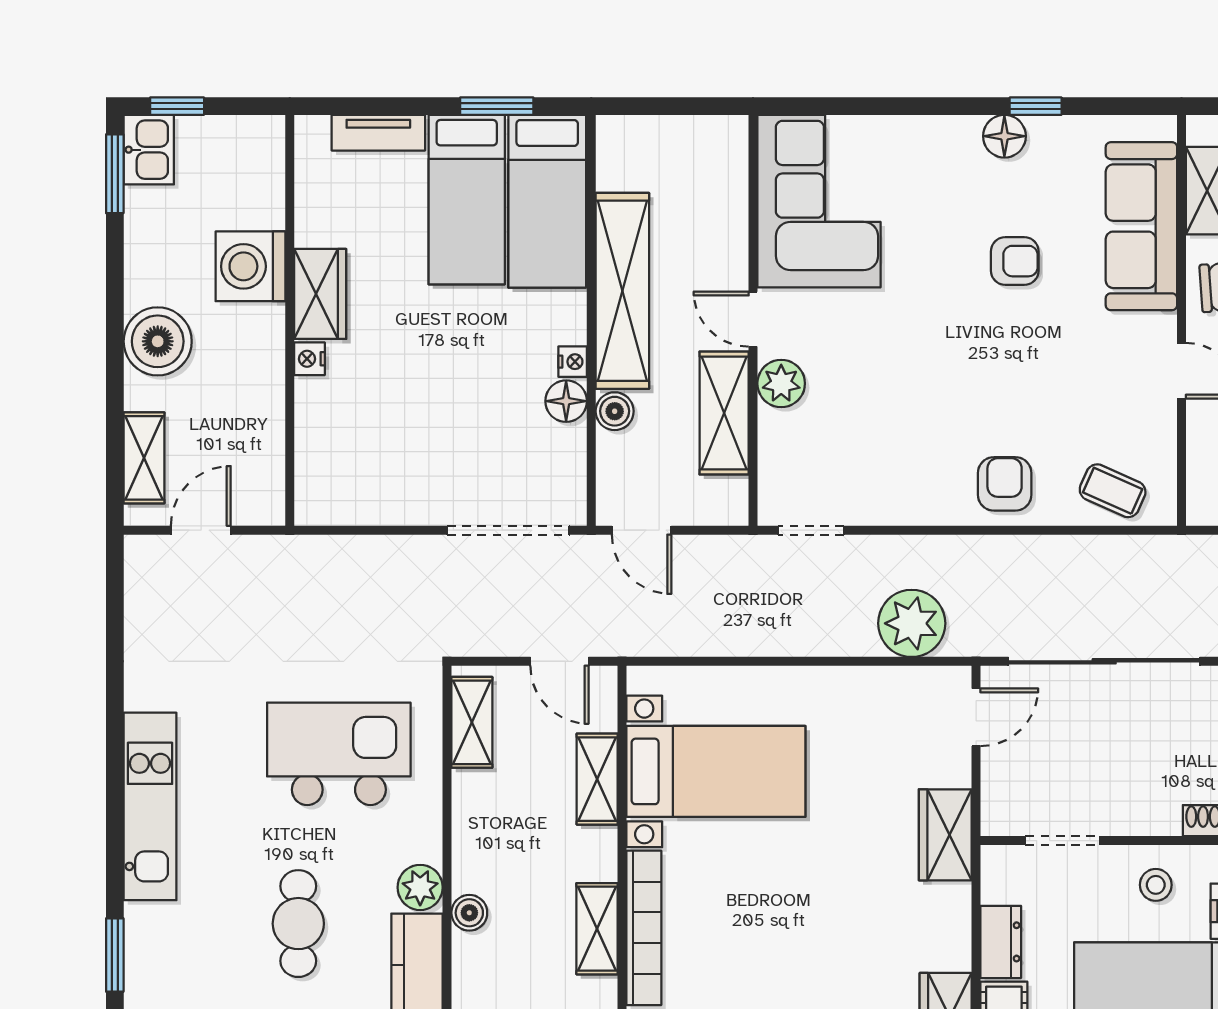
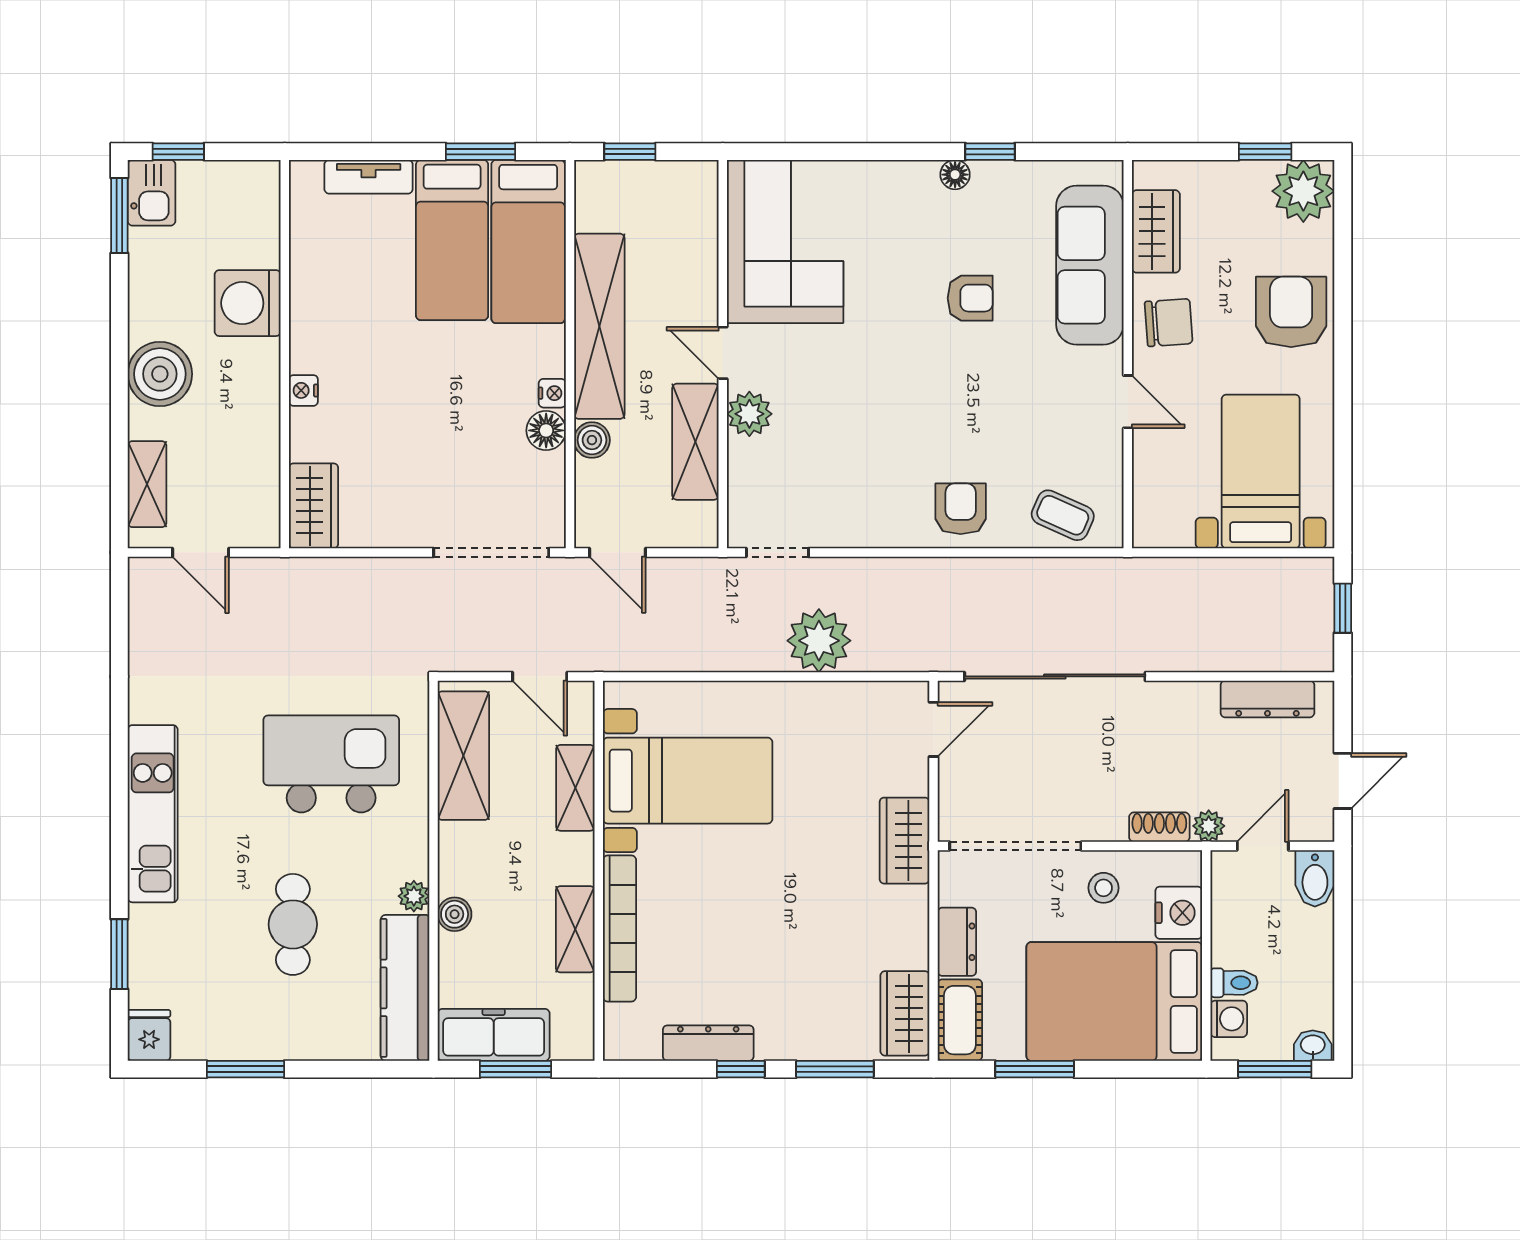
window: (655, 106) -> (630, 152), added
floor lamp: (1004, 136) -> (955, 175), width x0.73, depth x0.73
wardrobe: (320, 294) -> (314, 506), moved
door: (201, 530) -> (201, 552), swing flipped
plant: (912, 623) -> (819, 641), moved
shelving: (472, 722) -> (463, 756), width x1.50, depth x1.33
doorway: (1063, 841) -> (1015, 846), width x1.88
plant: (420, 887) -> (414, 896), width x0.73, depth x0.73

